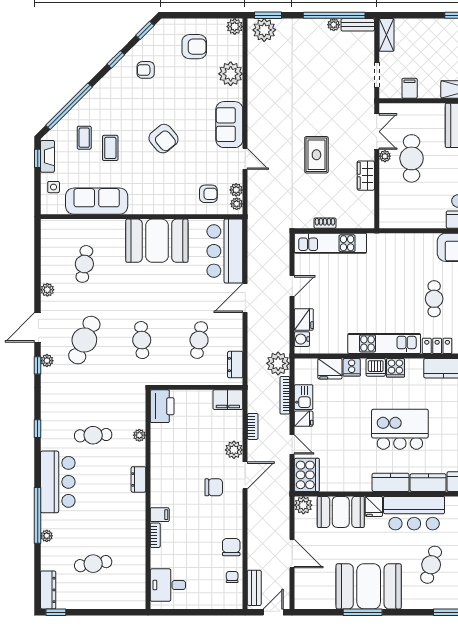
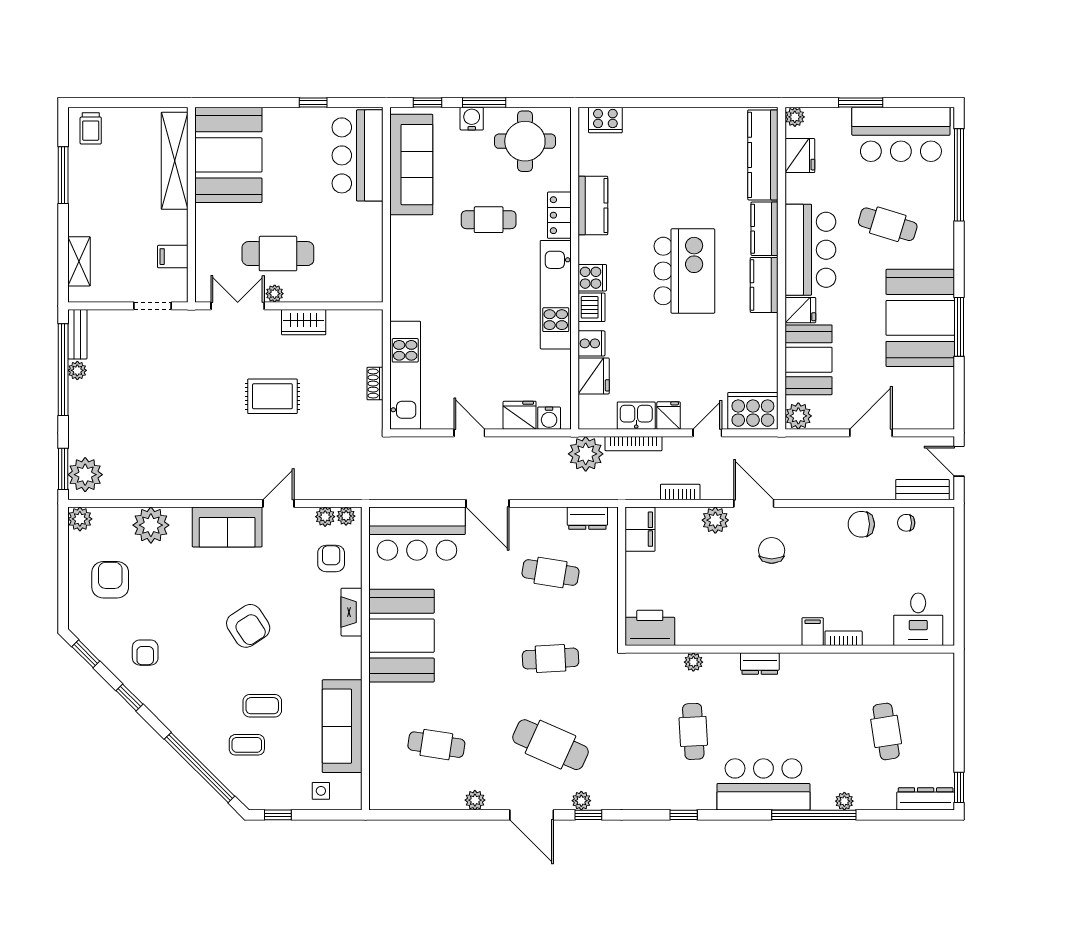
shelving: (386, 35) -> (79, 261), moved, turned 90
armchair: (163, 139) -> (248, 626), turned 97
fireplace: (47, 156) -> (351, 612), moved, turned -90
kitchen island: (400, 429) -> (684, 271), turned 180

